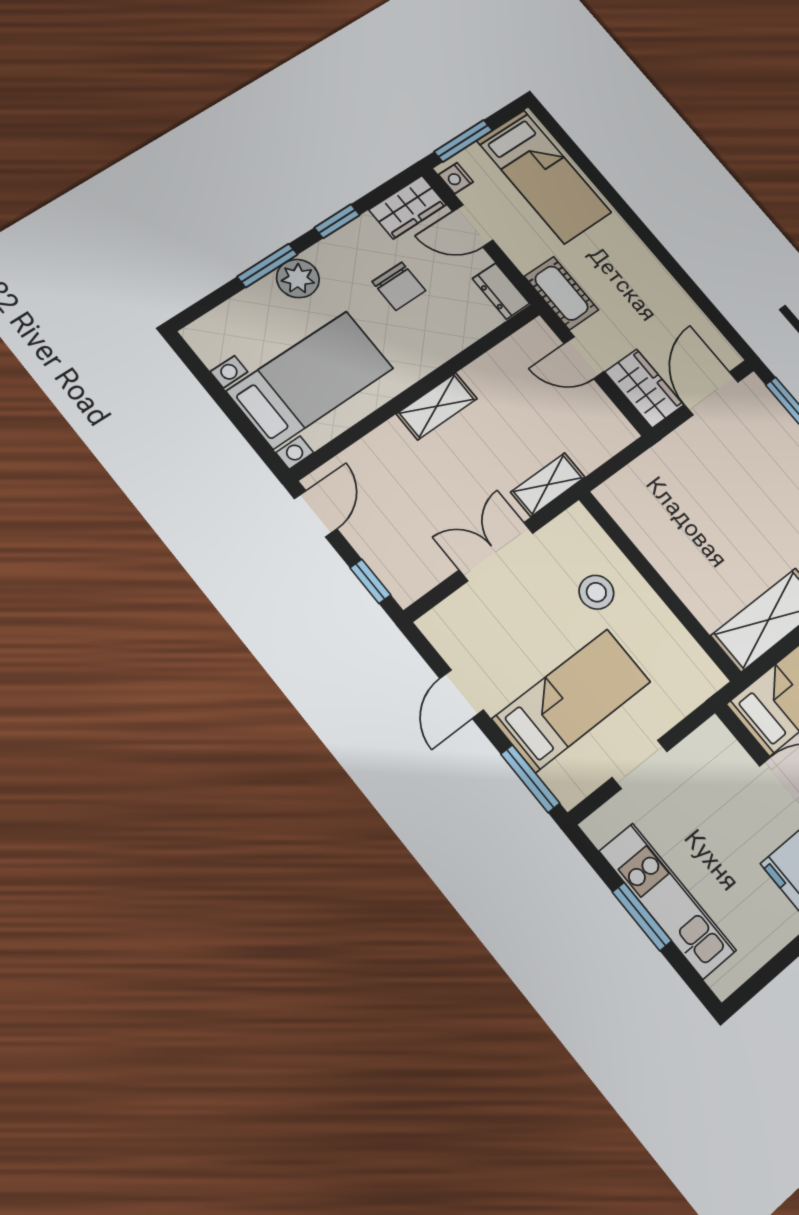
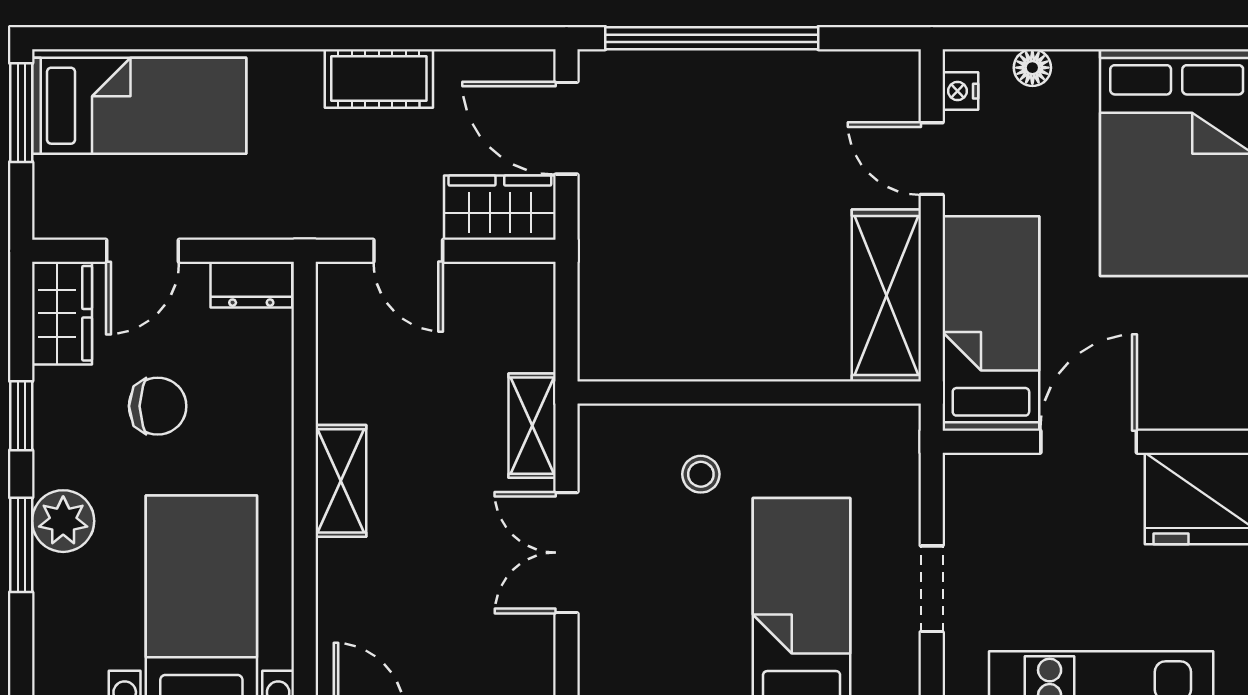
window: (463, 141) -> (21, 113), moved
nightstand: (456, 178) -> (65, 221), removed
cot: (561, 293) -> (379, 79), moved
door: (584, 358) -> (408, 251), hinge flipped
stool: (596, 592) -> (701, 474), width x0.73, depth x0.73

